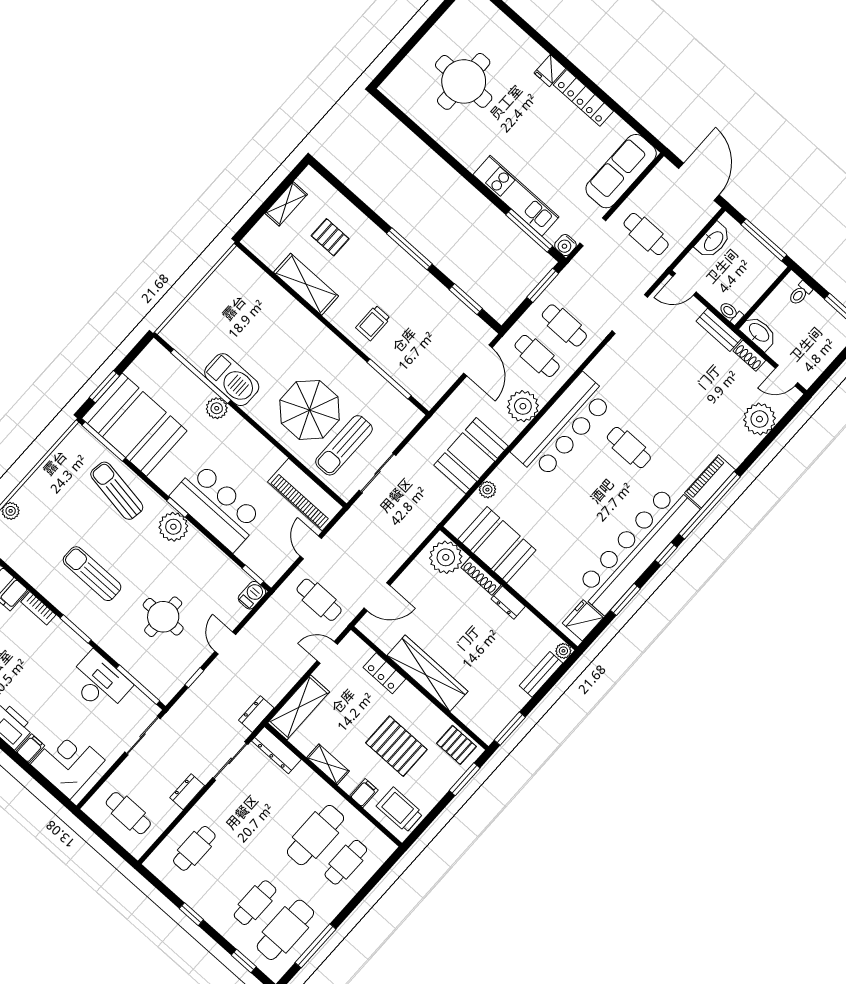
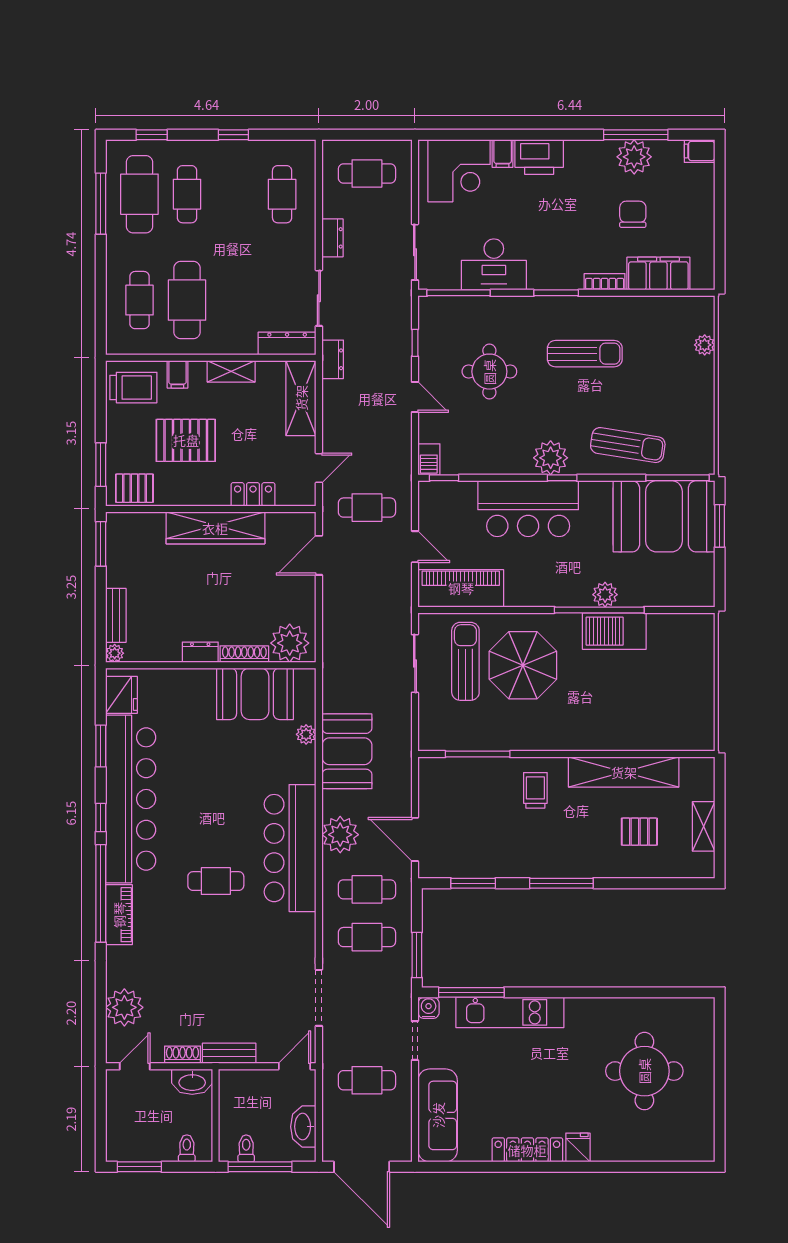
shelving: (306, 284) -> (624, 772), width x1.47
toilet: (731, 313) -> (246, 1148), moved, turned -90
window: (201, 376) -> (599, 610), moved

